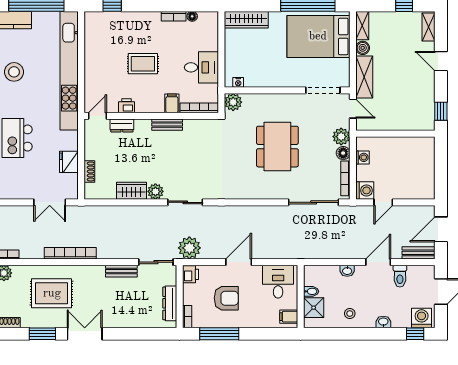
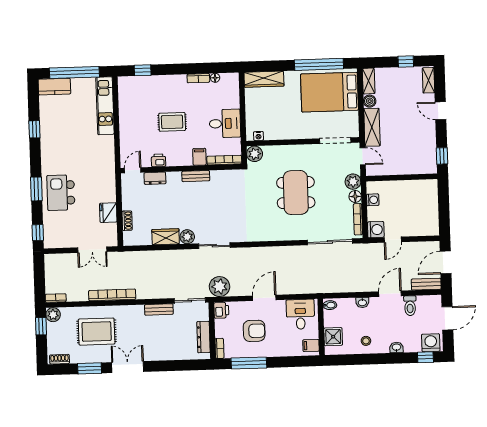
kitchen unit: (69, 71) -> (105, 106), width x0.54
stool: (14, 72) -> (56, 133), removed
bidet: (311, 291) -> (330, 305), moved

